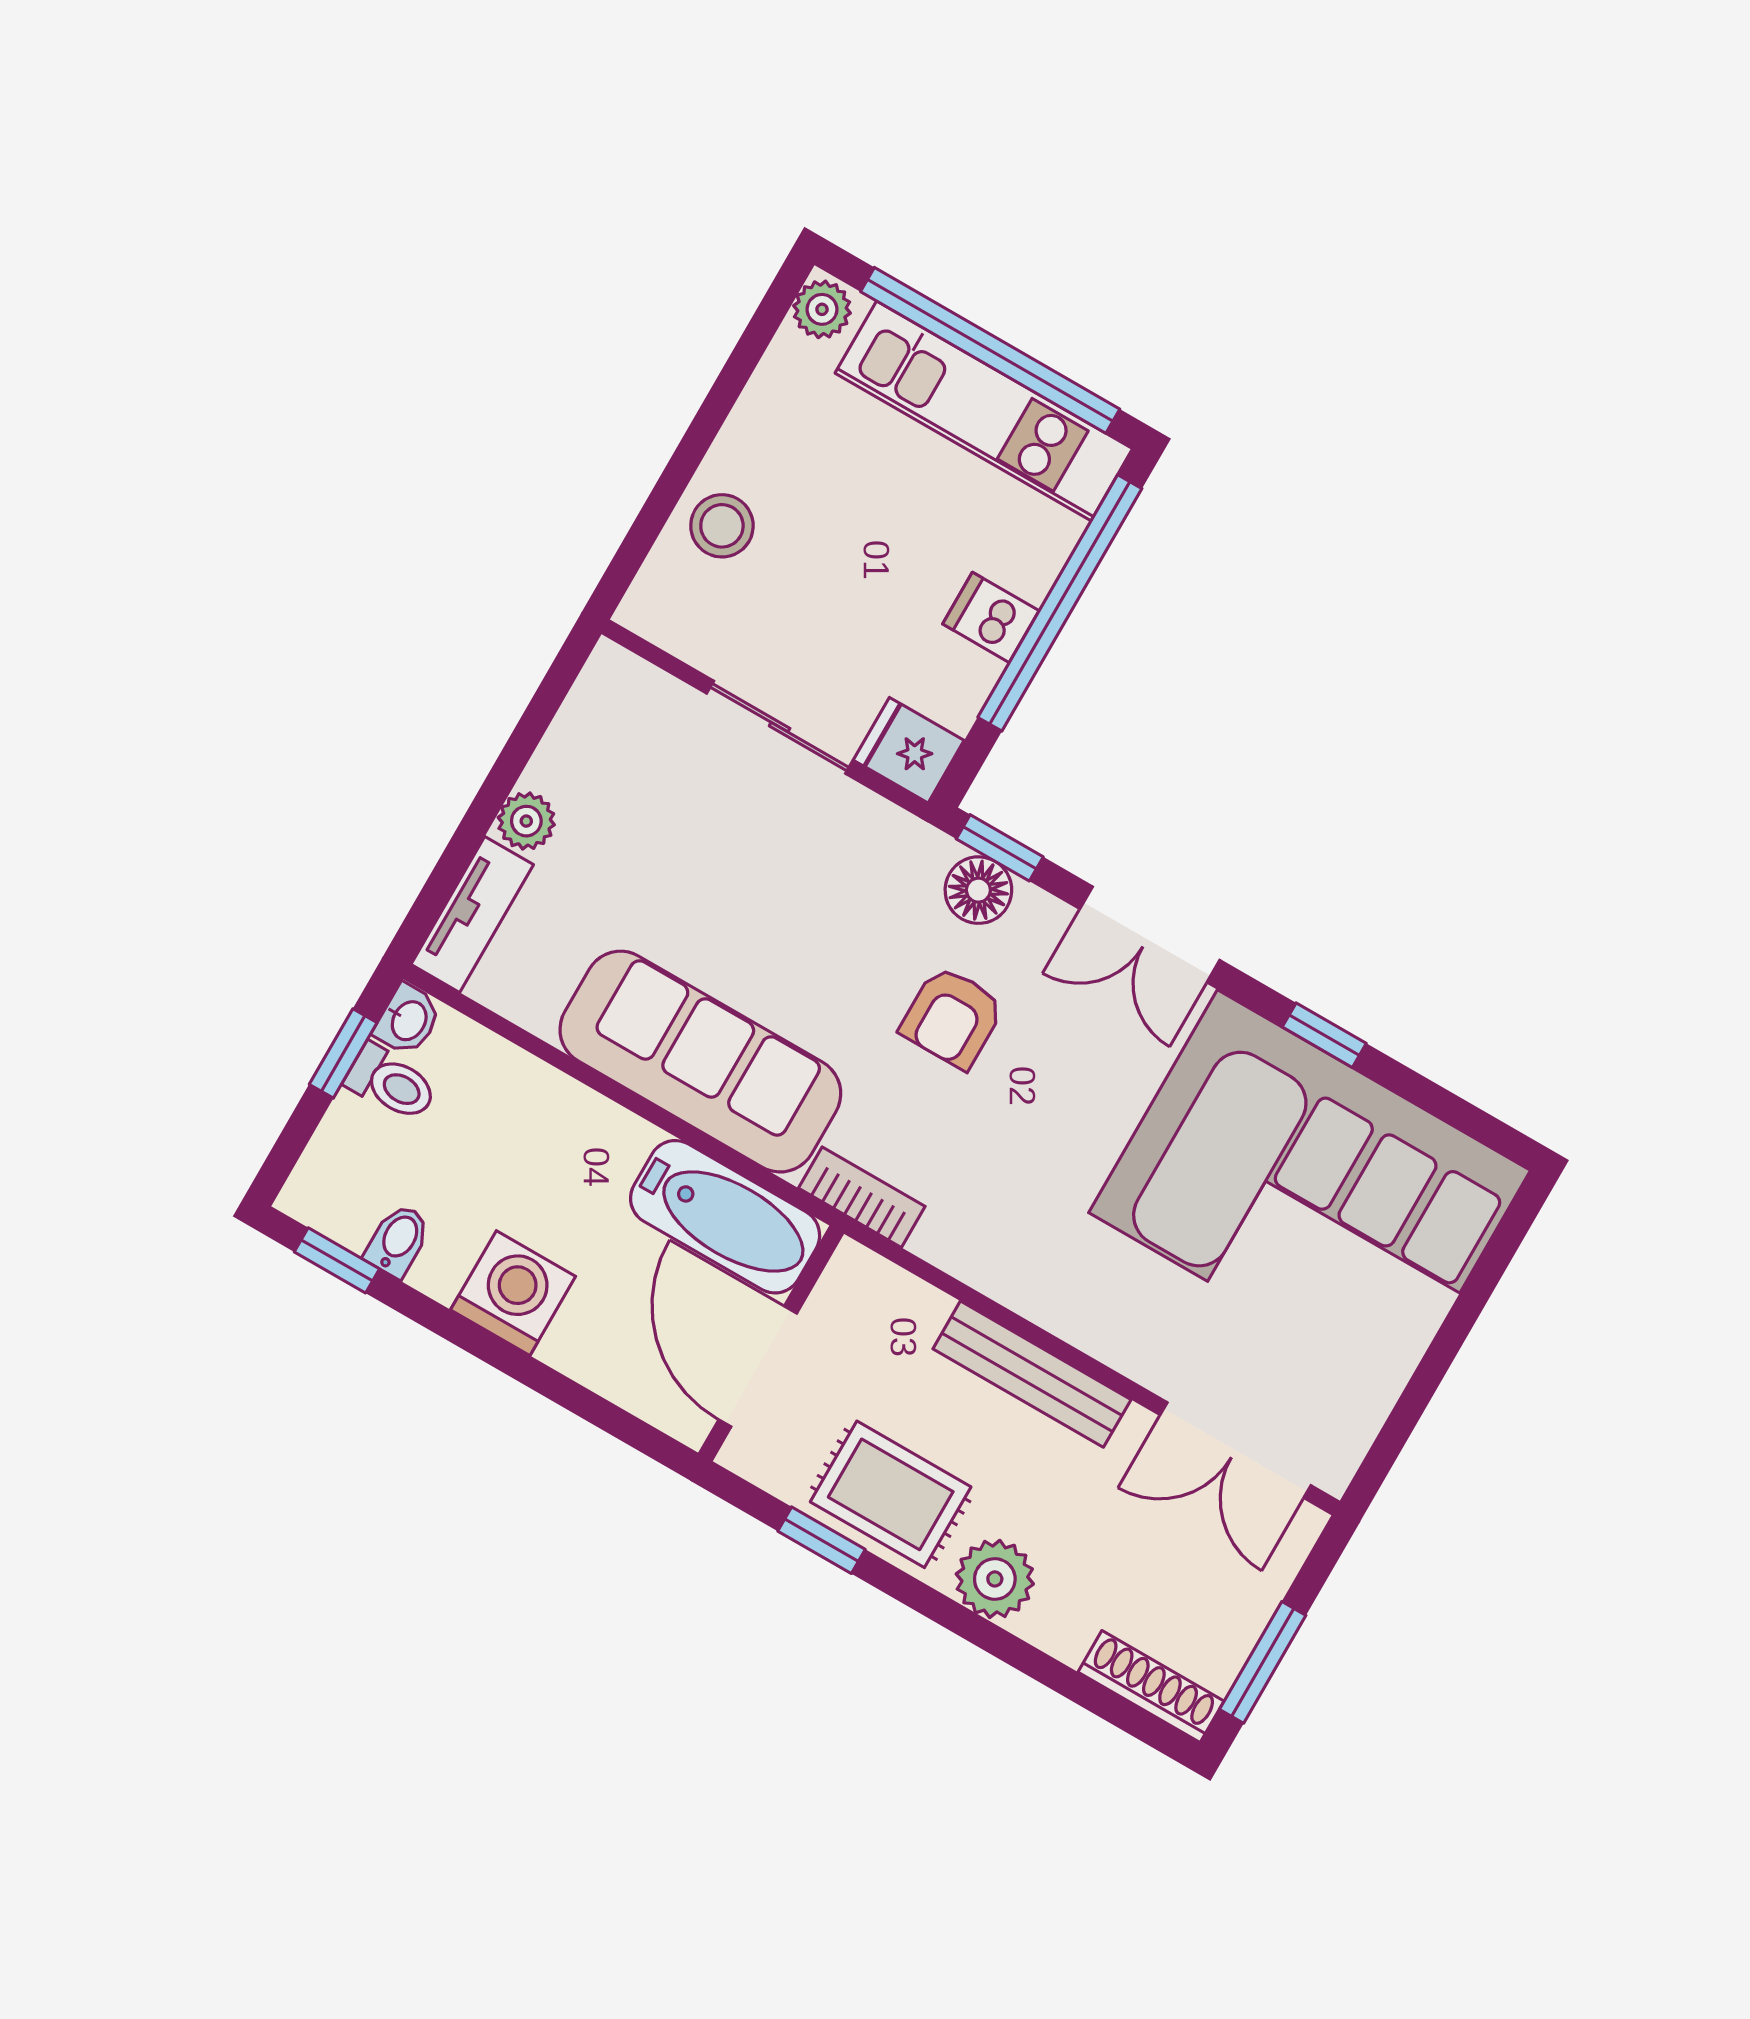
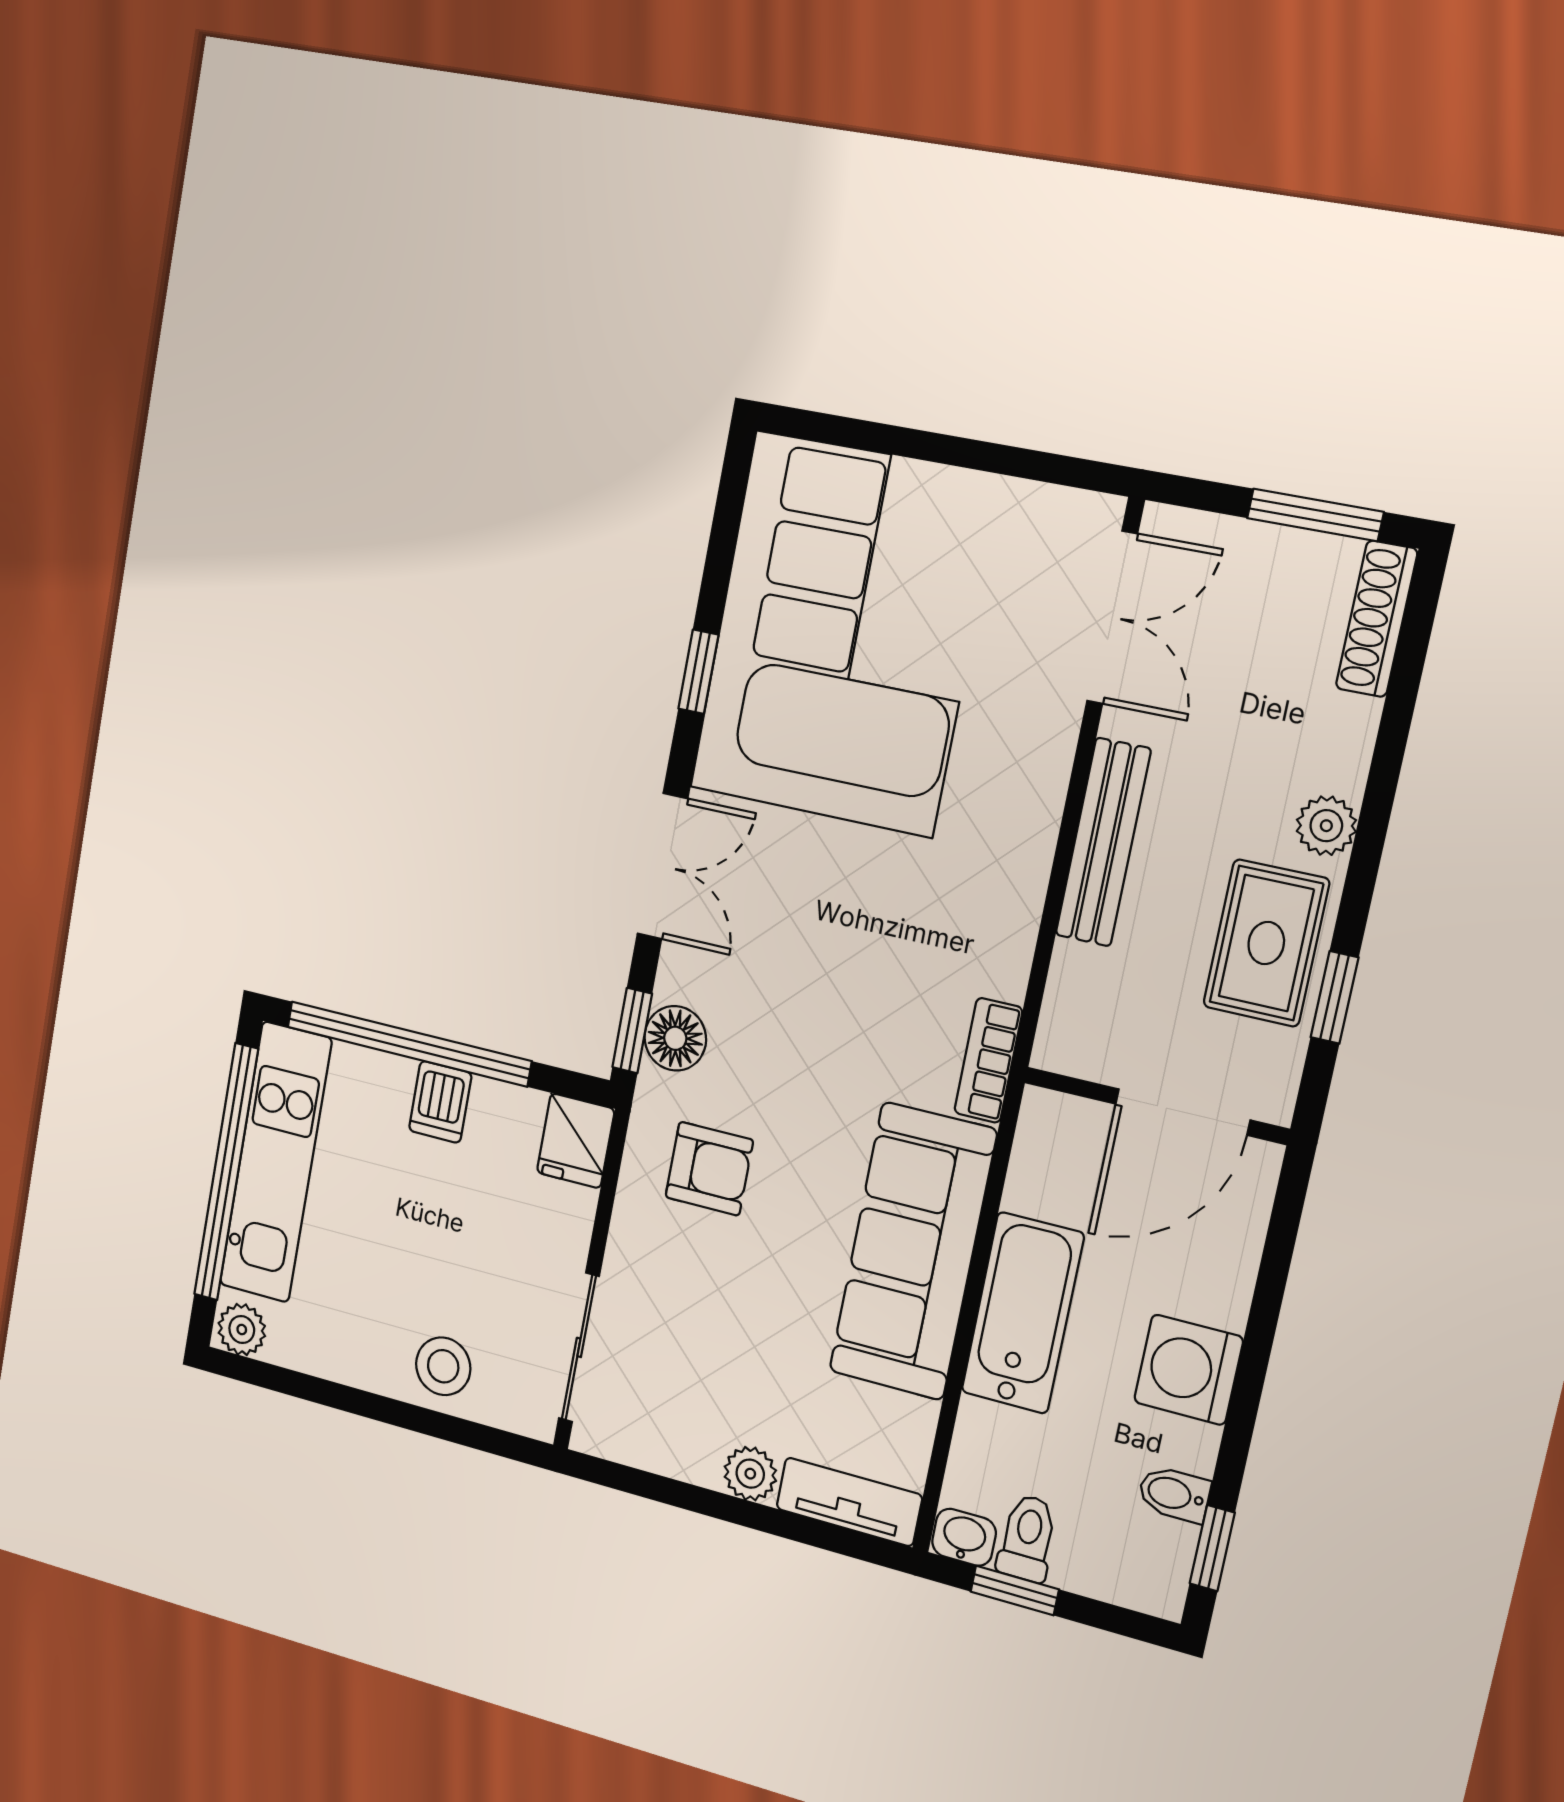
sliding door: (780, 727) -> (579, 1347), moved
armchair: (952, 1017) -> (709, 1169), moved
bathtub: (725, 1217) -> (1023, 1313), moved
plant: (995, 1579) -> (1326, 826), width x0.73, depth x0.73

